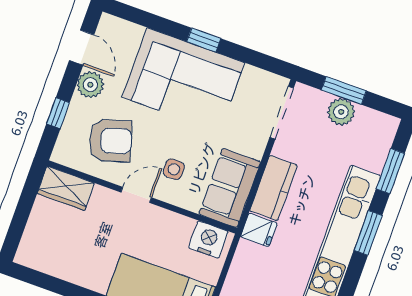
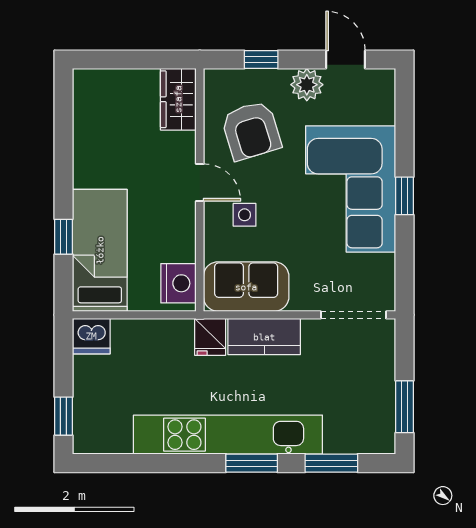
door: (82, 48) -> (346, 60), swing flipped
window: (344, 90) -> (405, 407), moved
plant: (341, 112) -> (379, 382), removed

